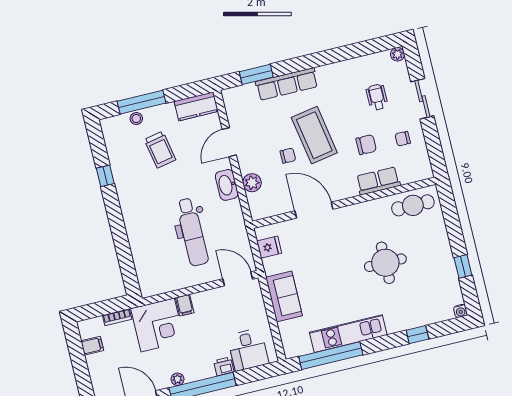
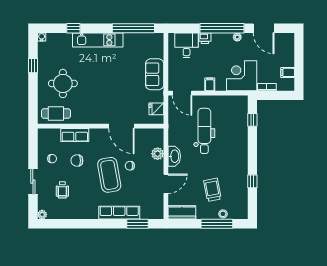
round table: (385, 263) -> (63, 83), moved
window: (127, 265) -> (252, 120), added
filing cabinet: (185, 305) -> (210, 84), moved
kitchen unit: (348, 334) -> (98, 40), moved

